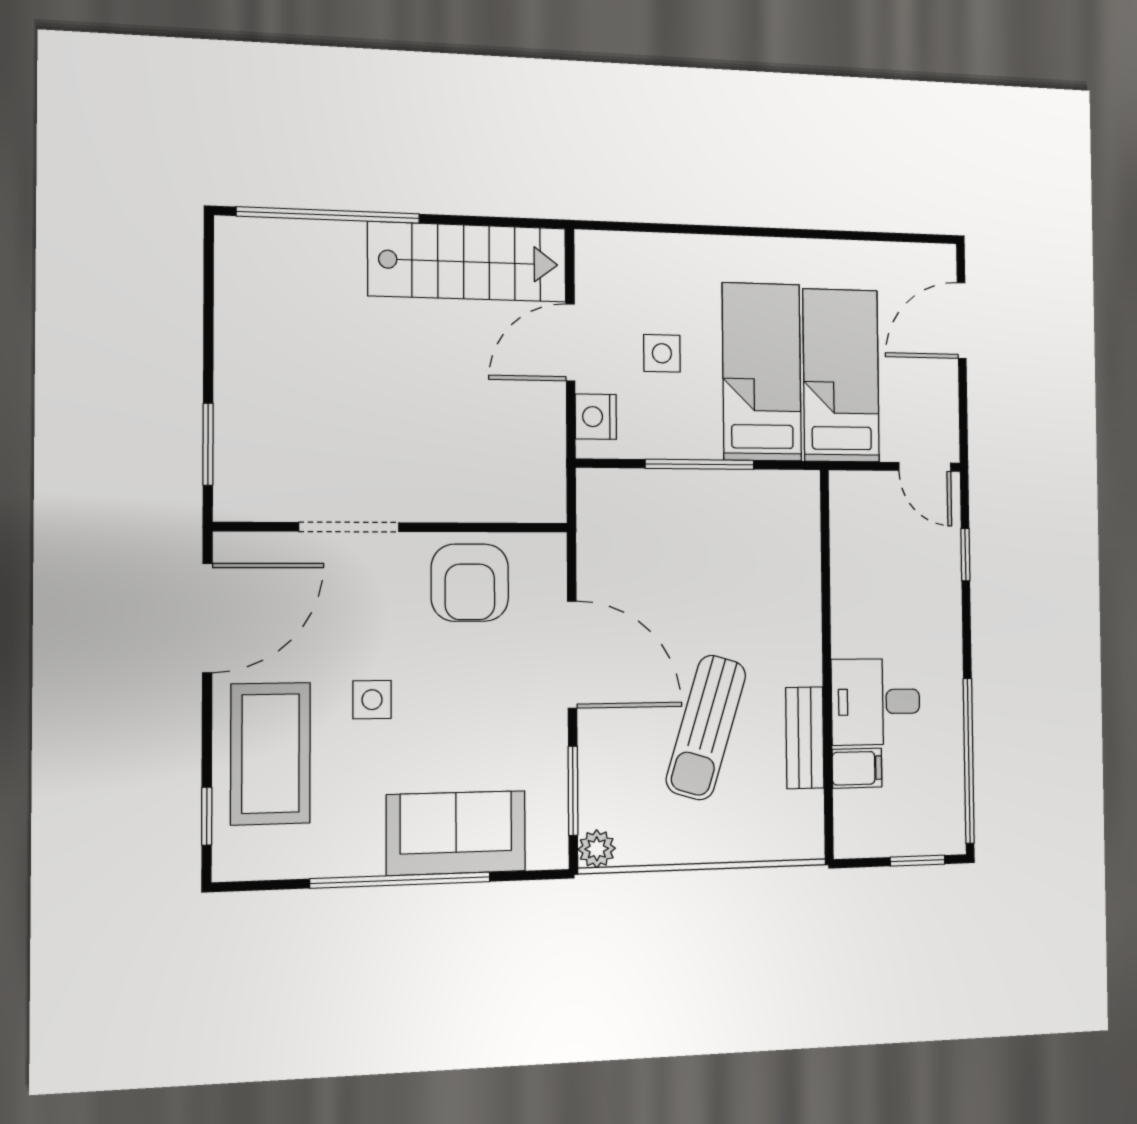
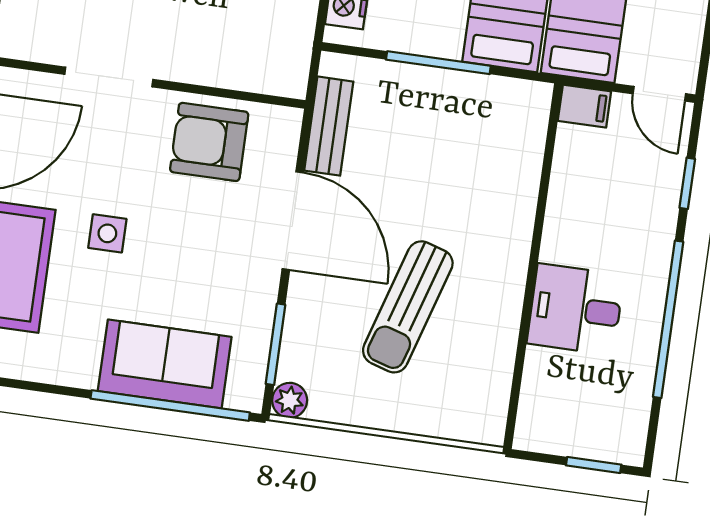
armchair: (470, 583) -> (209, 142), turned 90
bench: (805, 738) -> (329, 126), moved
window: (969, 761) -> (668, 319), moved
filing cabinet: (857, 768) -> (584, 106), moved
window: (401, 880) -> (170, 406), moved

